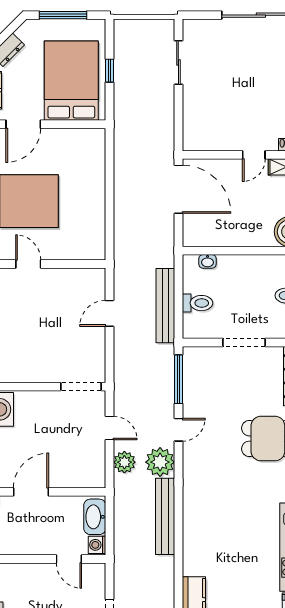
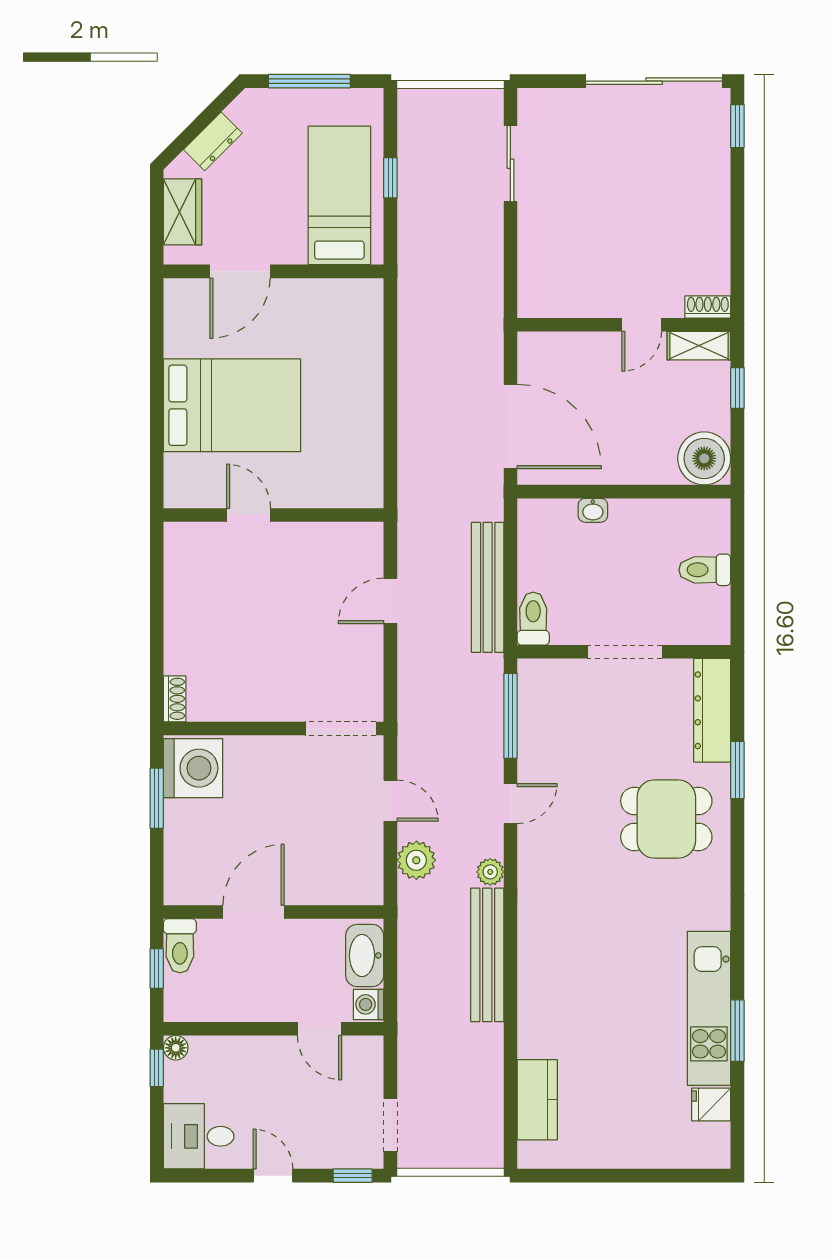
bed: (71, 81) -> (339, 195), width x0.67
door: (178, 189) -> (510, 427), moved
washbasin: (207, 261) -> (593, 510), moved
toilet: (197, 303) -> (533, 619), moved, turned -90
plant: (160, 462) -> (490, 872), width x0.53, depth x0.53

